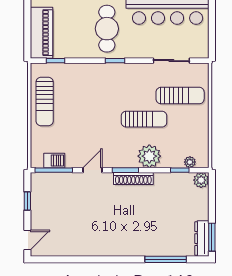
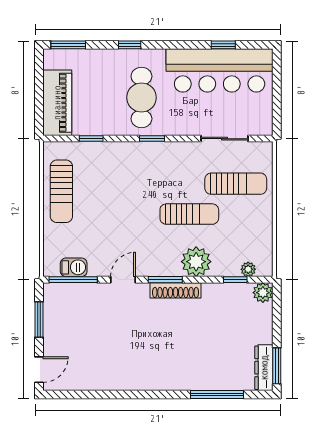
window: (55, 61) -> (91, 139), moved
window: (27, 201) -> (39, 319), width x1.50

